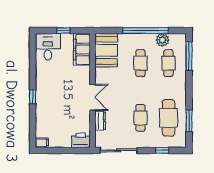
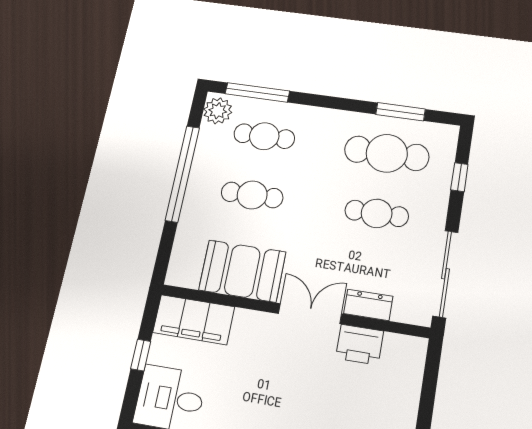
plant: (162, 40) -> (218, 111), moved
booth: (106, 50) -> (242, 271), moved
printer: (81, 140) -> (360, 345), moved, turned -90

